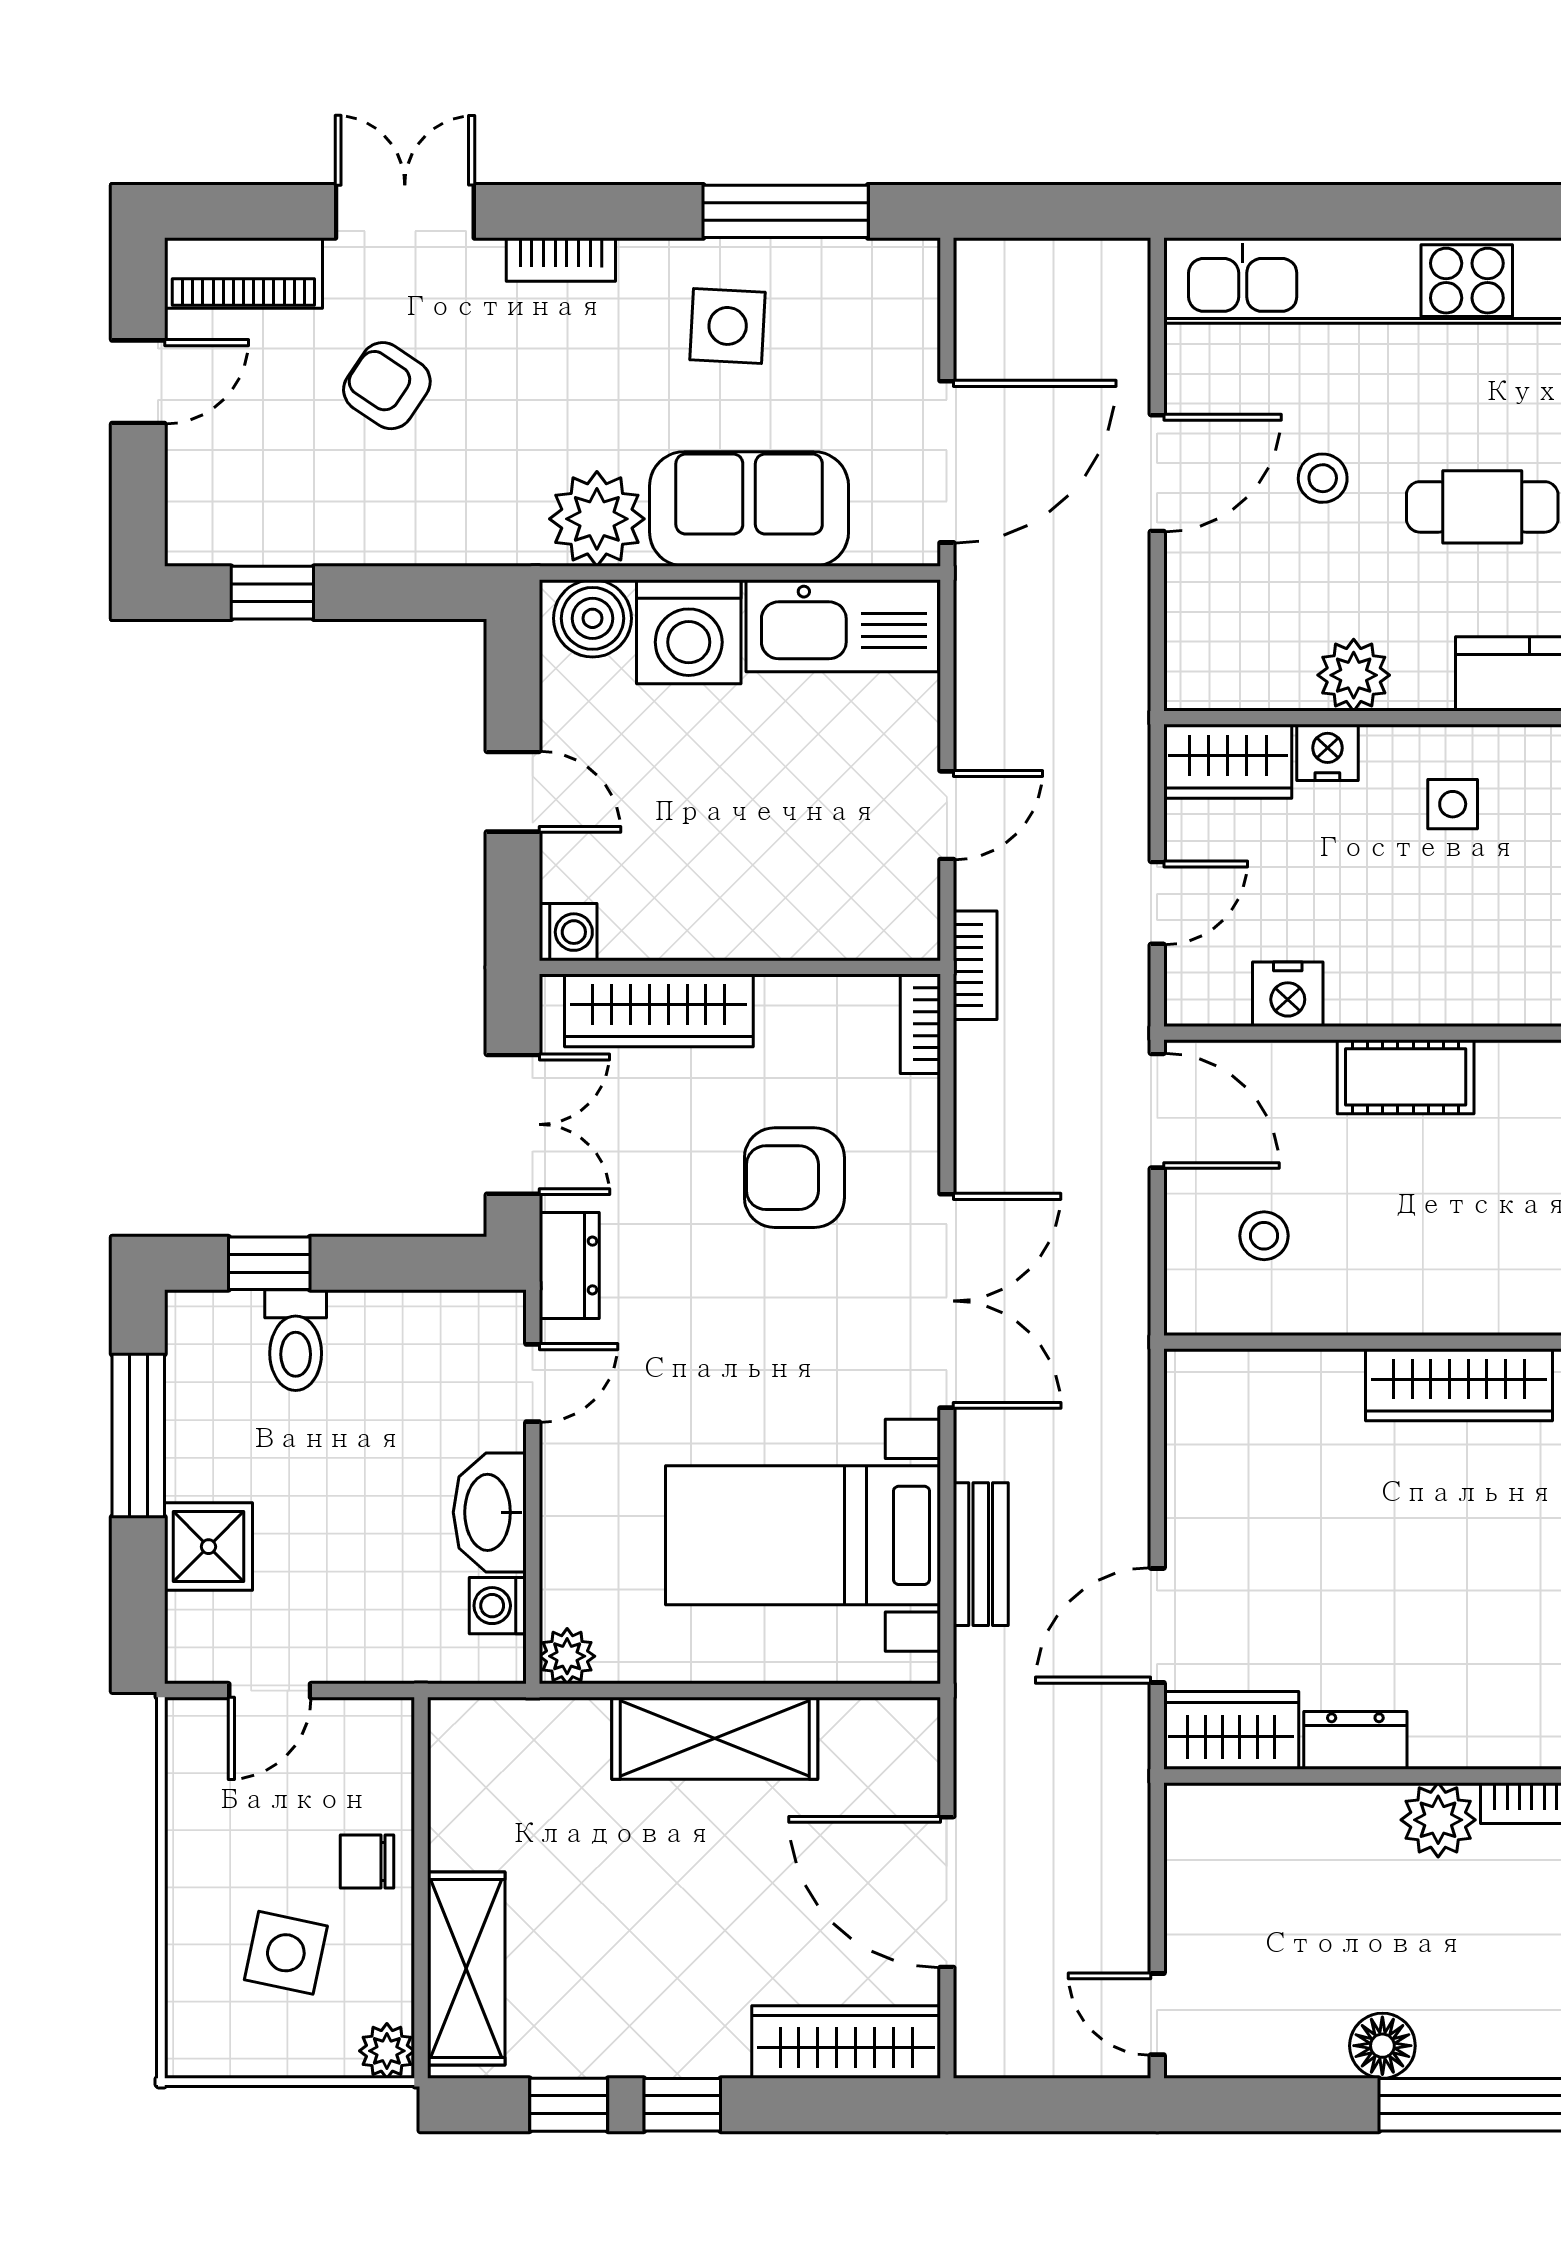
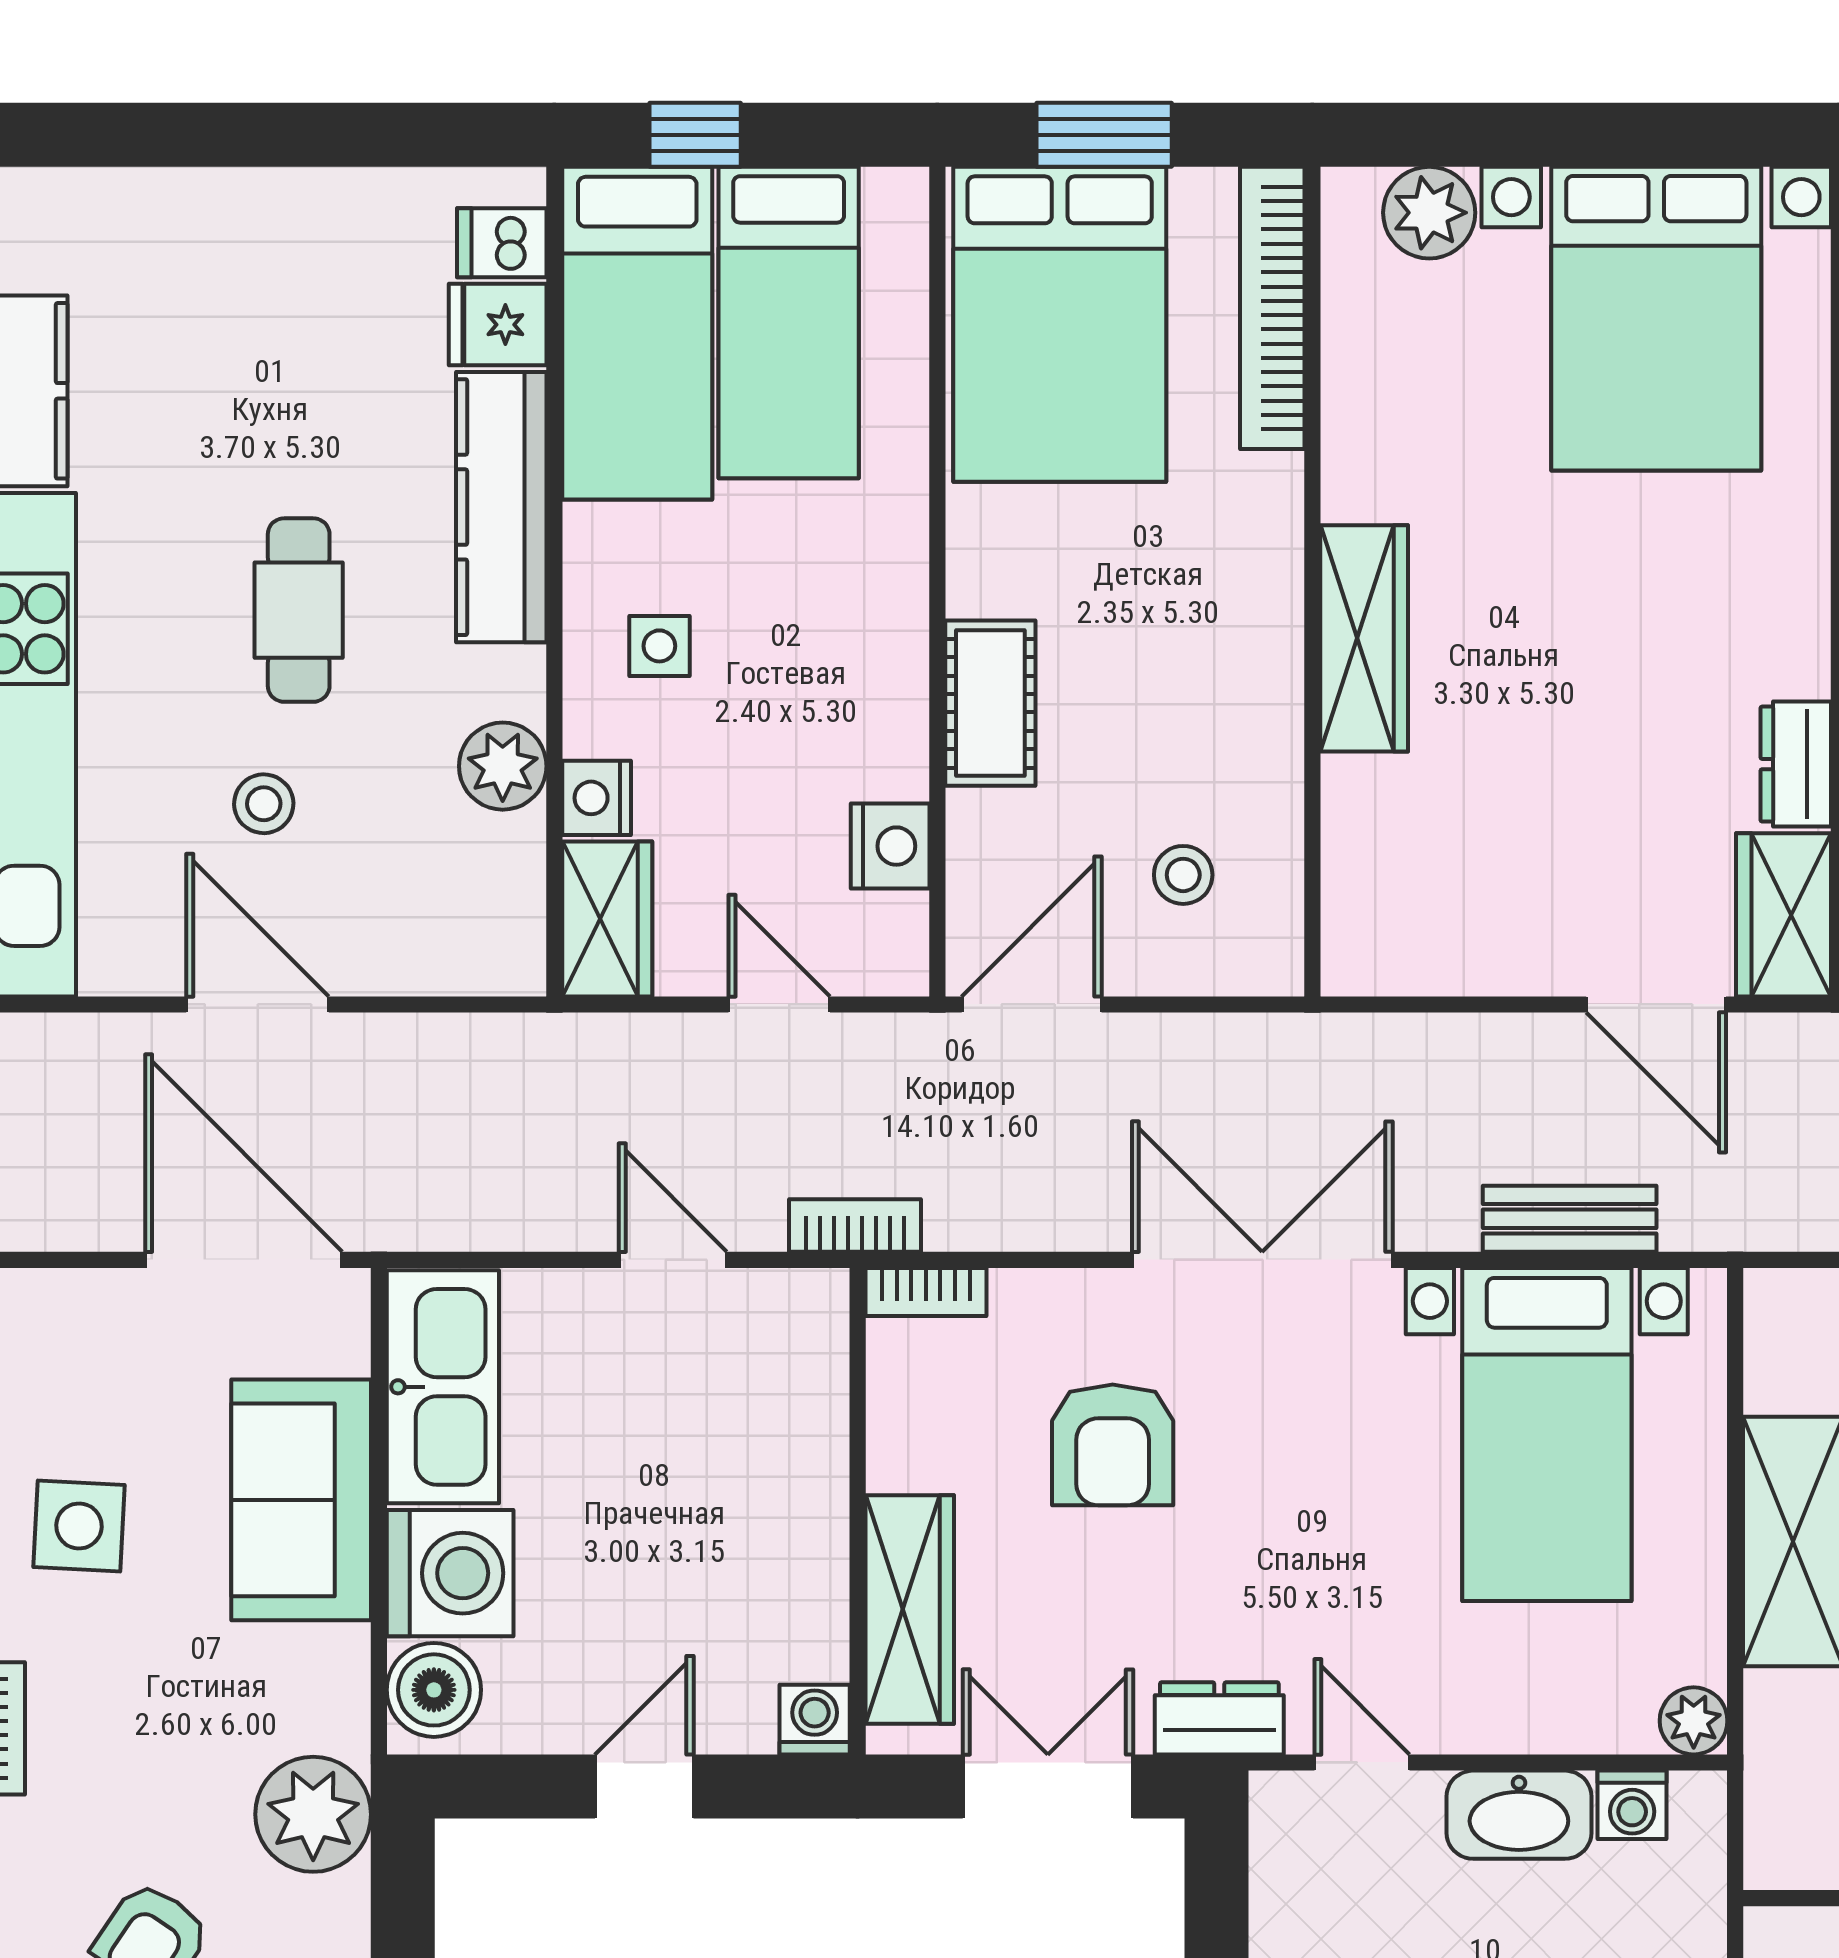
plant: (597, 519) -> (313, 1814), moved

